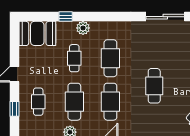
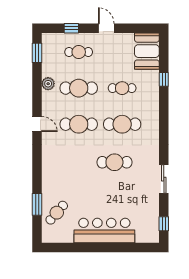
sliding door: (165, 17) -> (164, 179), width x0.73
plant: (83, 28) -> (152, 97), removed
cafe table: (154, 86) -> (114, 162), moved

